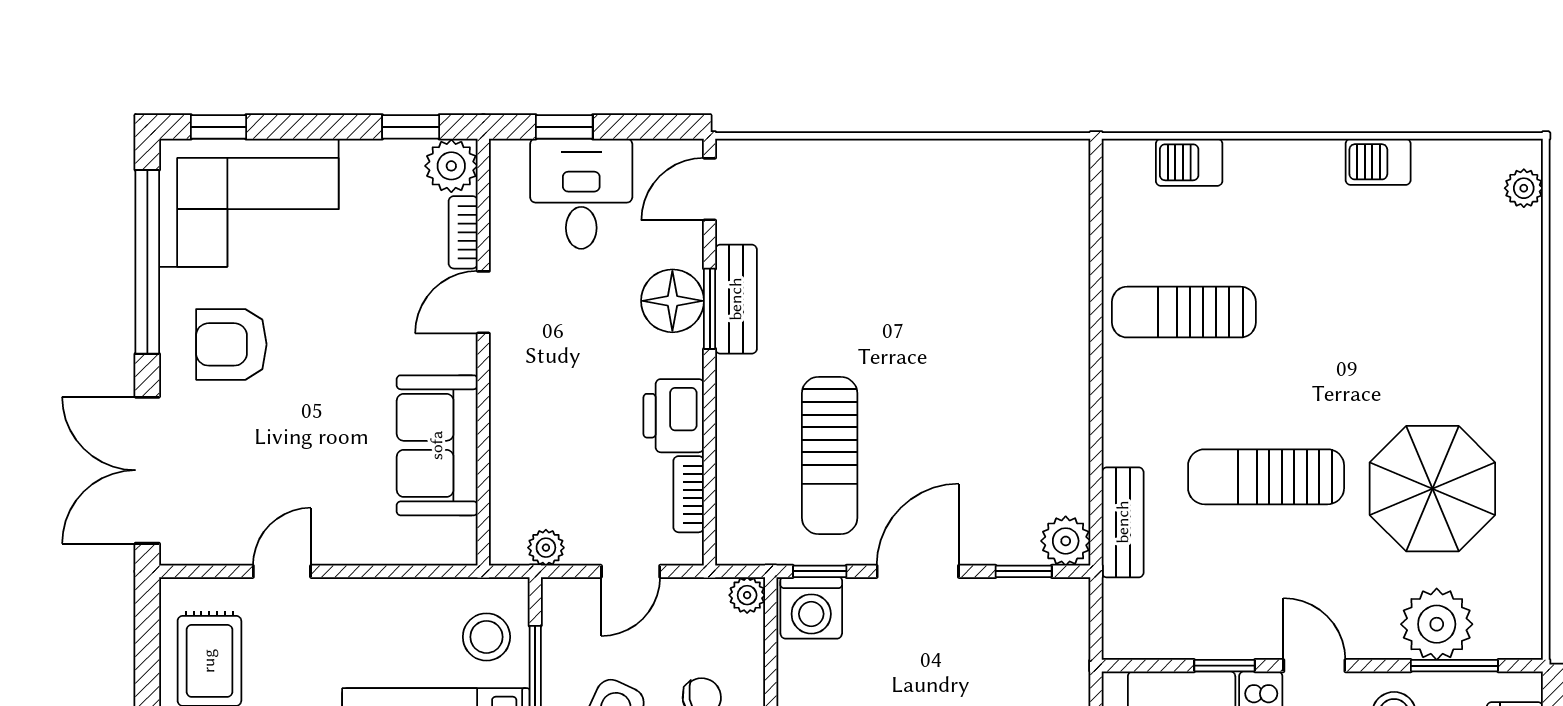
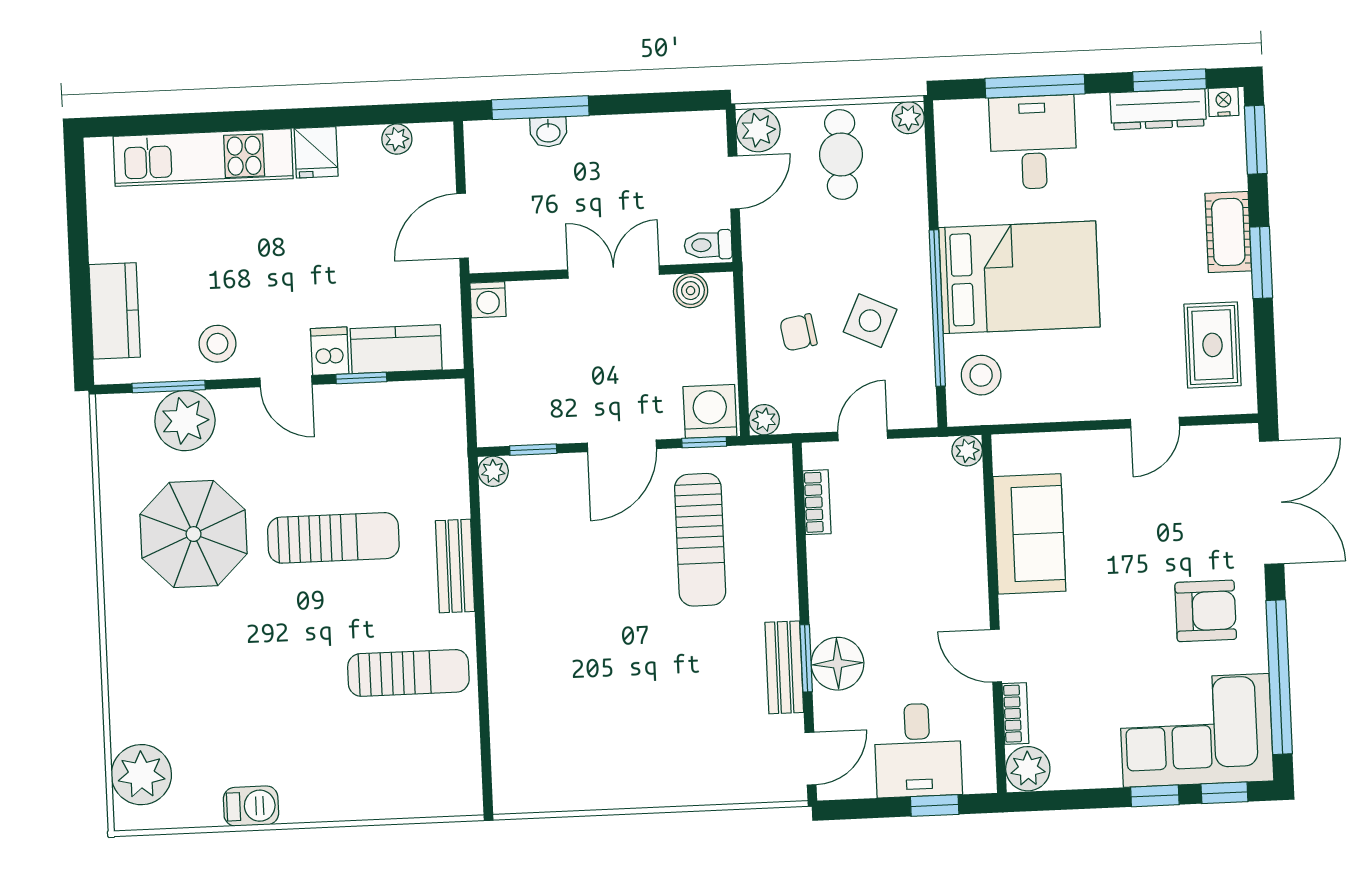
window: (411, 127) -> (1155, 796), moved
barbecue: (1189, 162) -> (409, 799), removed
plant: (1524, 188) -> (141, 775), width x1.88, depth x1.88
door: (483, 302) -> (996, 656), swing flipped
printer: (674, 416) -> (832, 567), removed
sun lounger: (830, 455) -> (700, 540), turned 180
bench: (1123, 522) -> (455, 566), moved
plant: (1066, 541) -> (493, 471), width x0.73, depth x0.73
plant: (546, 548) -> (967, 451), moved

